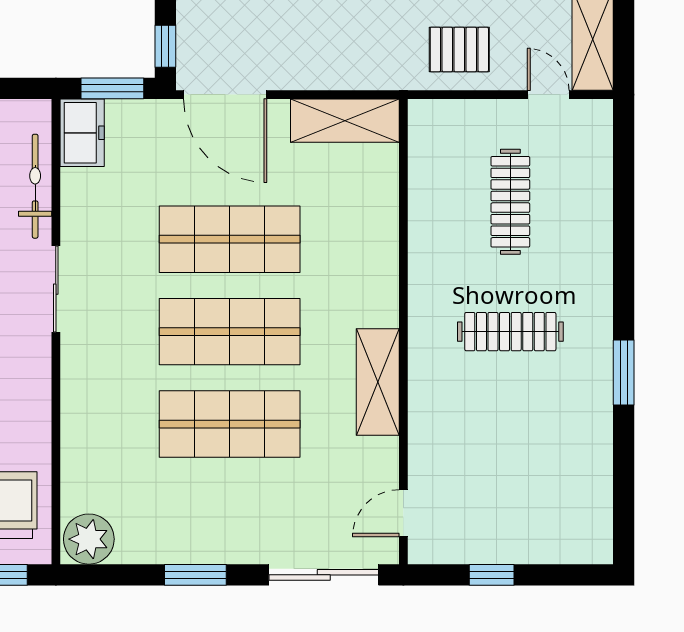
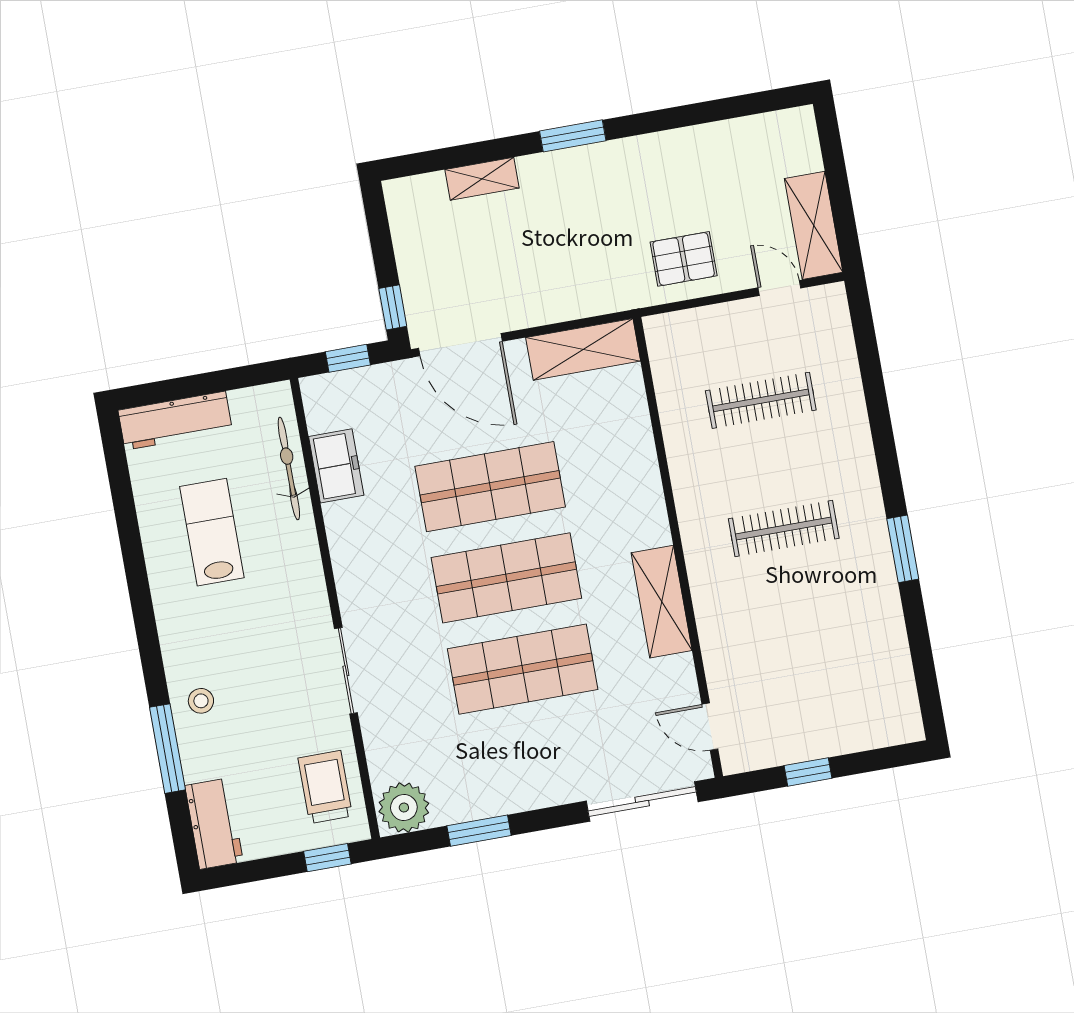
window: (112, 88) -> (348, 358), width x0.67
freezer: (82, 133) -> (336, 466), moved
clothes rail: (510, 202) -> (761, 400), turned 90
sliding door: (56, 289) -> (346, 671), moved
door: (403, 513) -> (710, 727), hinge flipped
window: (195, 575) -> (479, 831), moved

